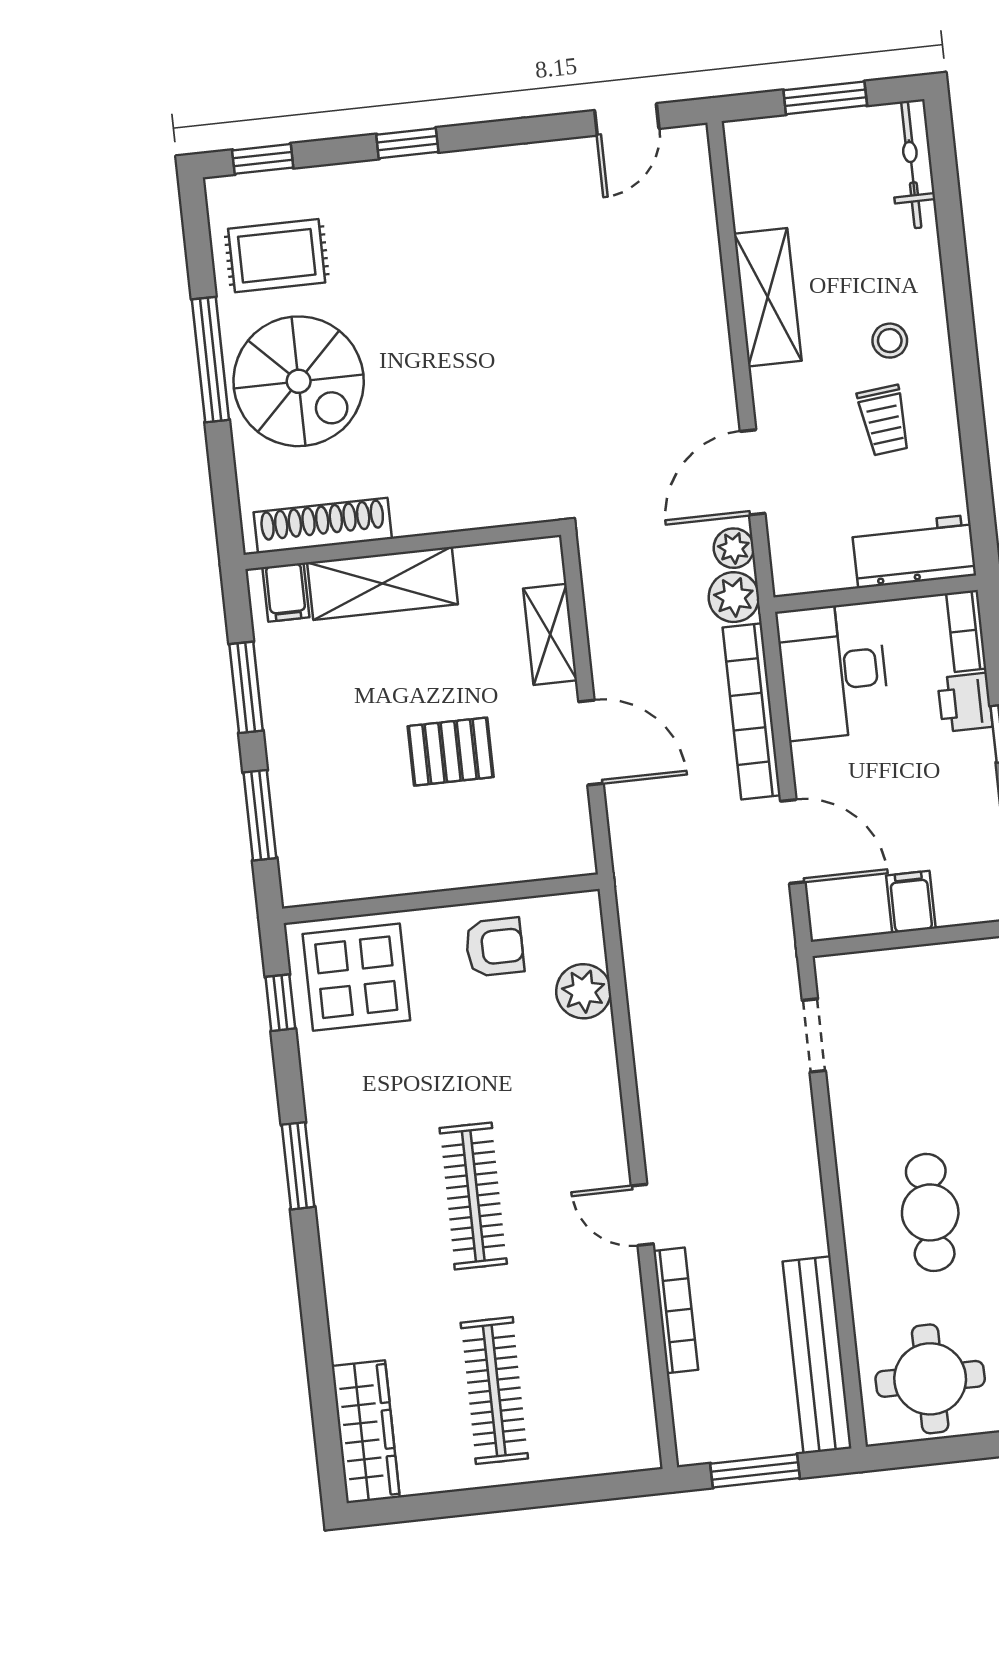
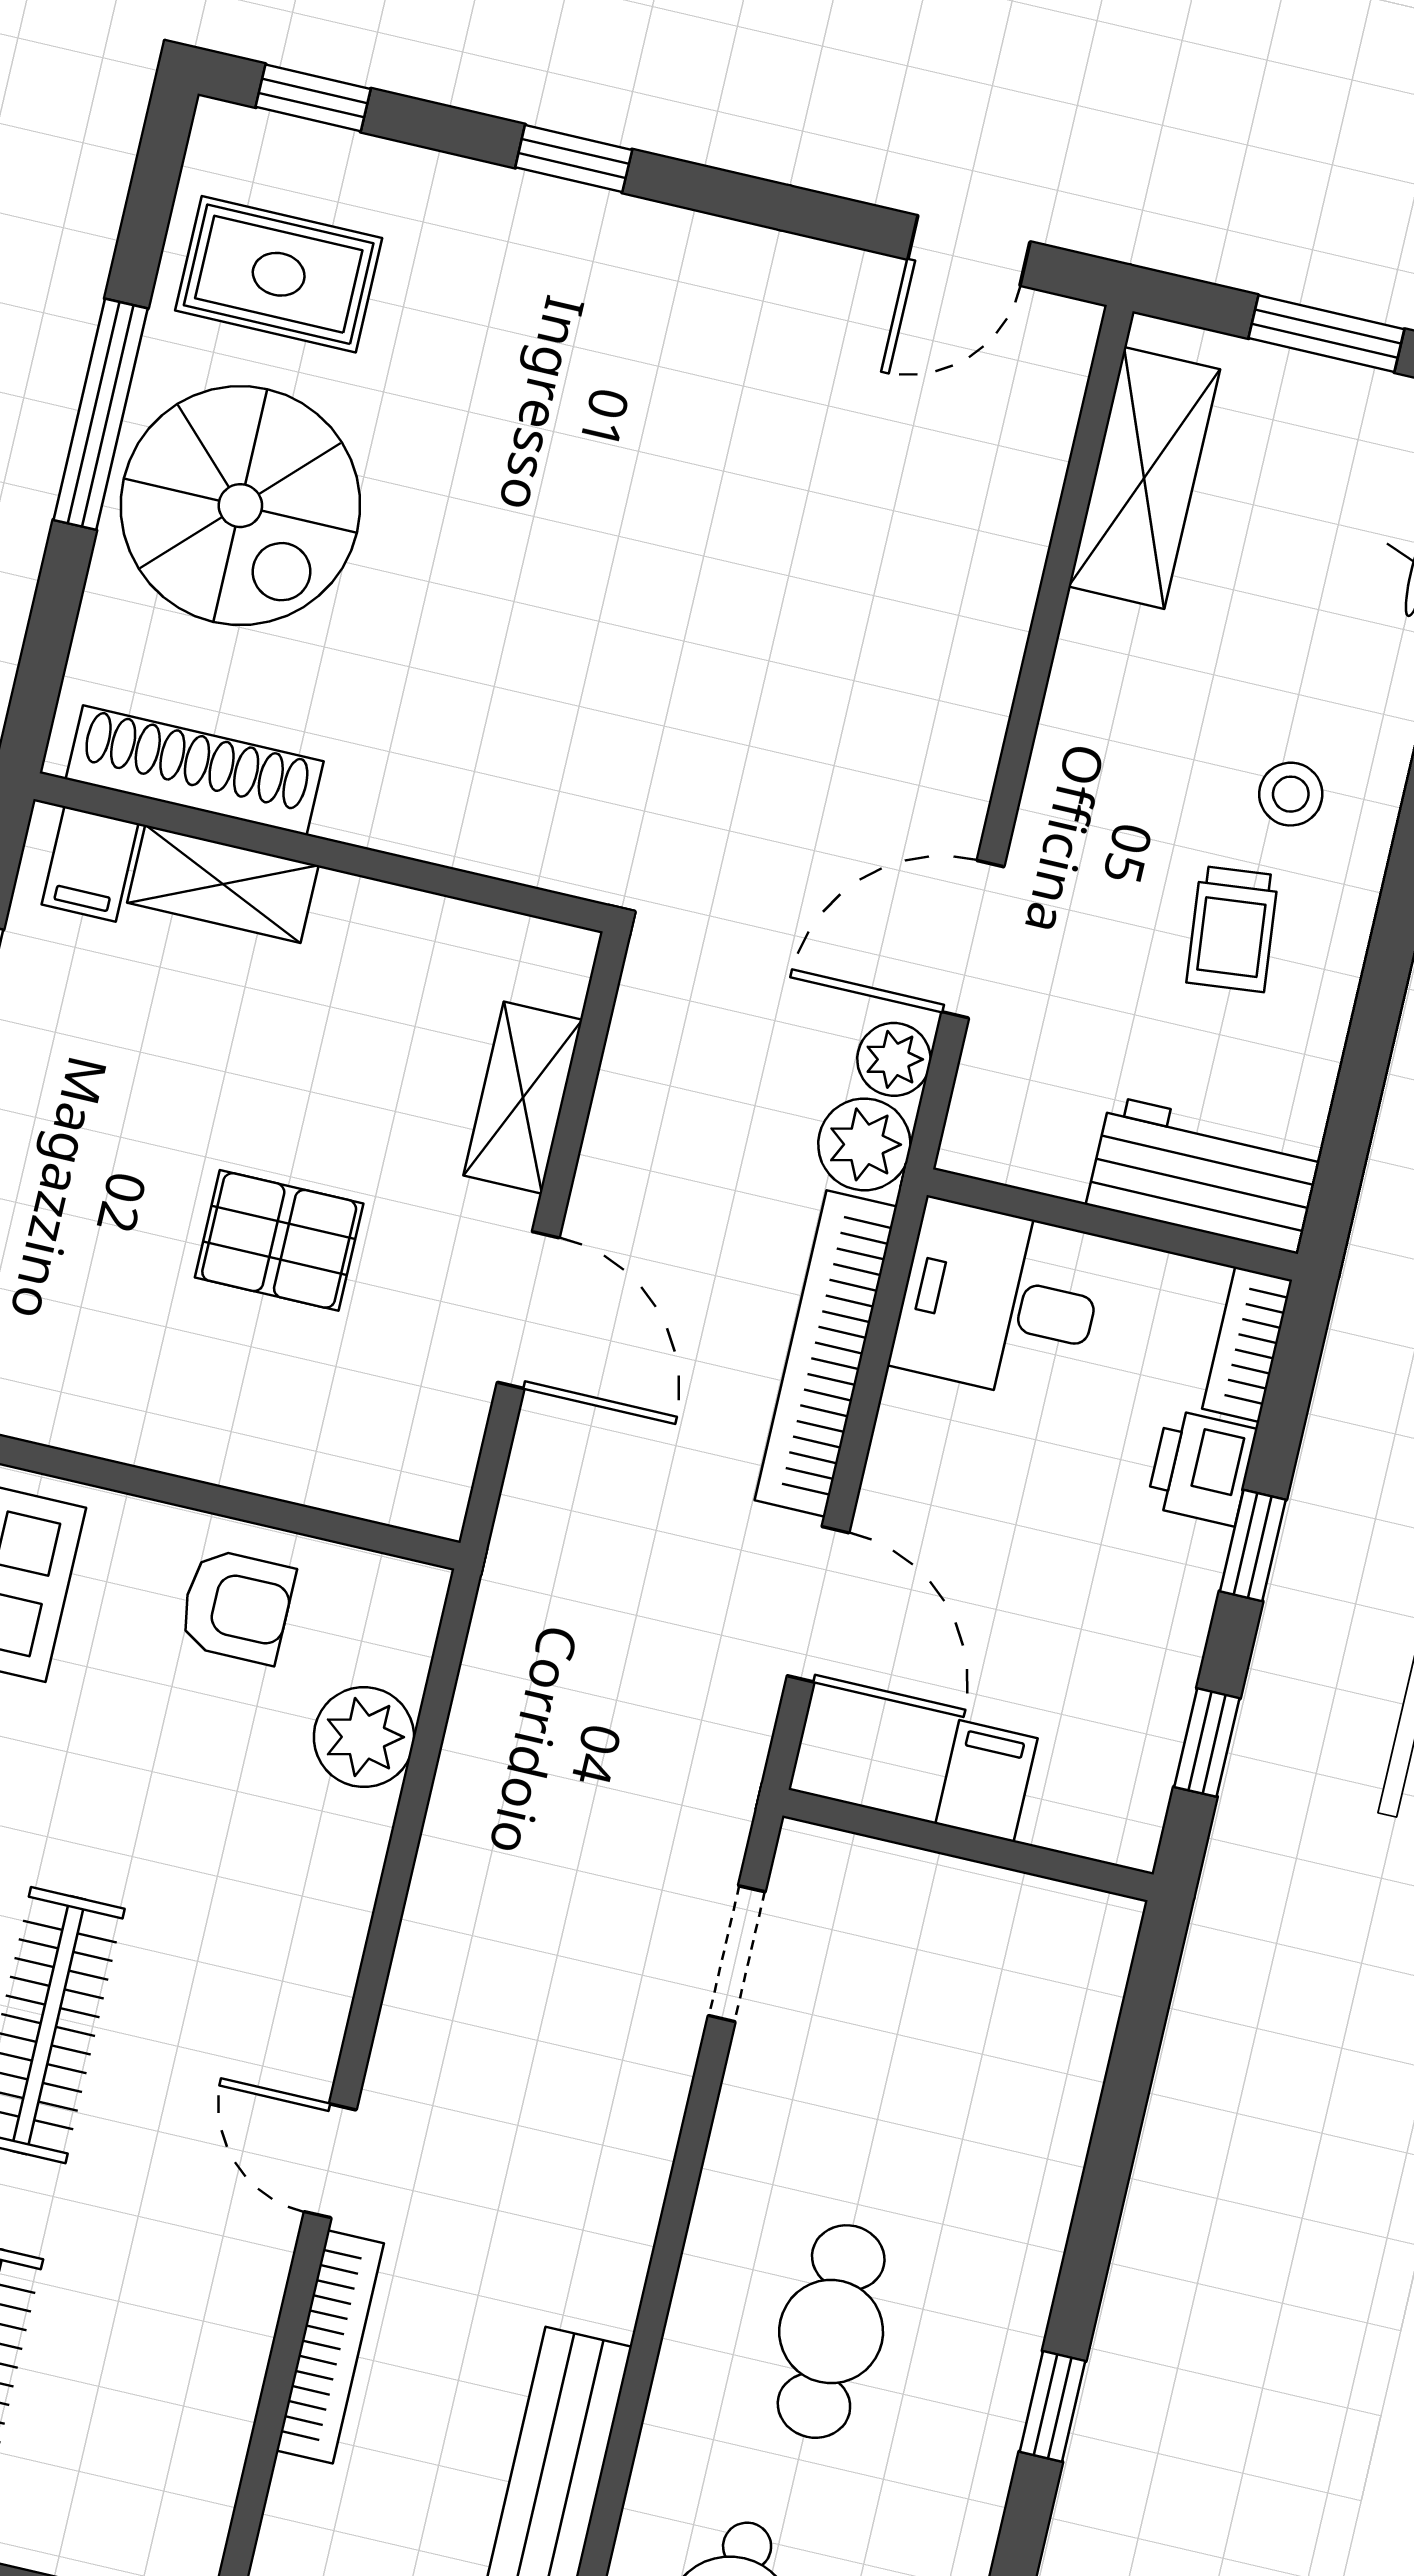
shelving: (768, 297) -> (1144, 478), moved
shelving: (383, 583) -> (223, 884), width x0.67, depth x0.75
desk: (833, 671) -> (999, 1301), width x0.73

